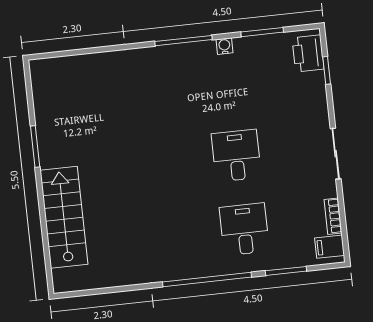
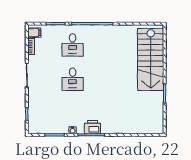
printer: (308, 53) -> (92, 127), moved, turned -90
stairs: (64, 217) -> (151, 60), width x1.36, depth x1.51

